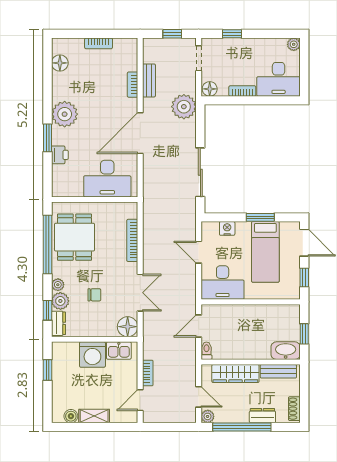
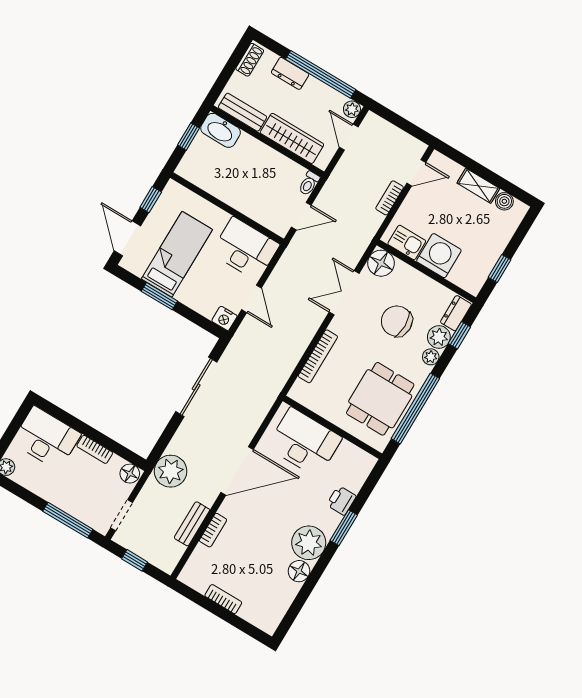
window: (232, 34) -> (68, 520), width x2.17
floor lamp: (60, 63) -> (299, 571), moved
nightstand: (227, 228) -> (224, 318), moved
chair: (94, 295) -> (397, 321), width x1.87, depth x1.87

